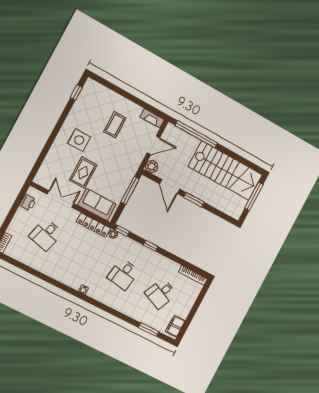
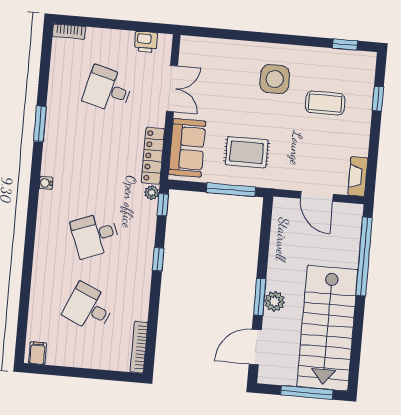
window: (114, 88) -> (378, 99), added
coffee table: (115, 125) -> (325, 103), moved
plant: (152, 167) -> (274, 301), moved
rug: (83, 173) -> (247, 152), moved
door: (170, 186) -> (255, 347), moved
desk: (123, 274) -> (95, 235), turned -30
filing cabinet: (175, 326) -> (38, 353), width x0.50
window: (149, 330) -> (40, 124), moved

